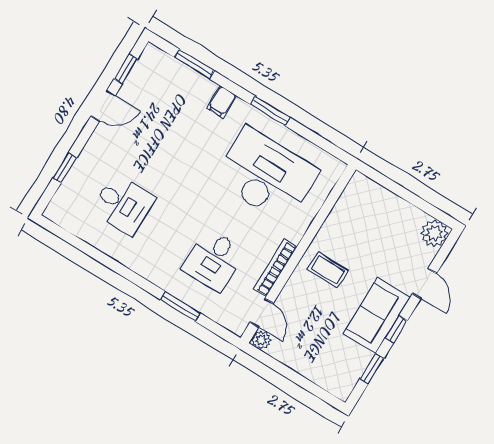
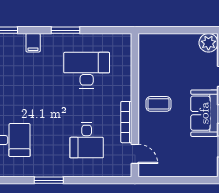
desk: (266, 175) -> (87, 70), width x0.73, depth x0.77
window: (180, 306) -> (49, 180), moved
plant: (261, 340) -> (145, 170), removed

